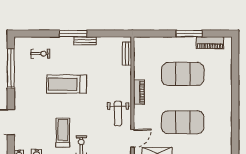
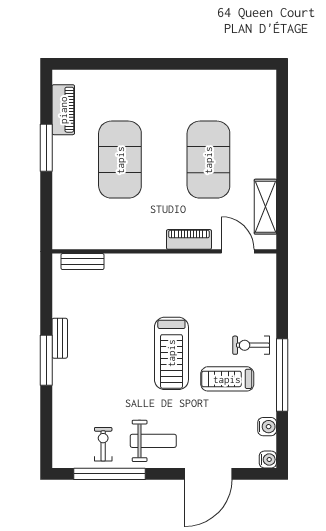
exercise bike: (40, 54) -> (103, 444), moved
treadmill: (67, 84) -> (171, 353), moved
piano: (139, 92) -> (189, 239), moved
weight bench: (118, 114) -> (153, 441), moved

